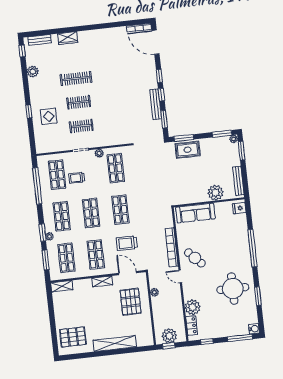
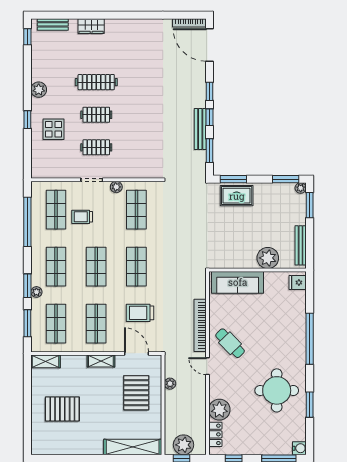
plant: (33, 71) -> (39, 90), moved
pallet: (73, 337) -> (62, 409), moved
shelving: (115, 344) -> (133, 447), moved

